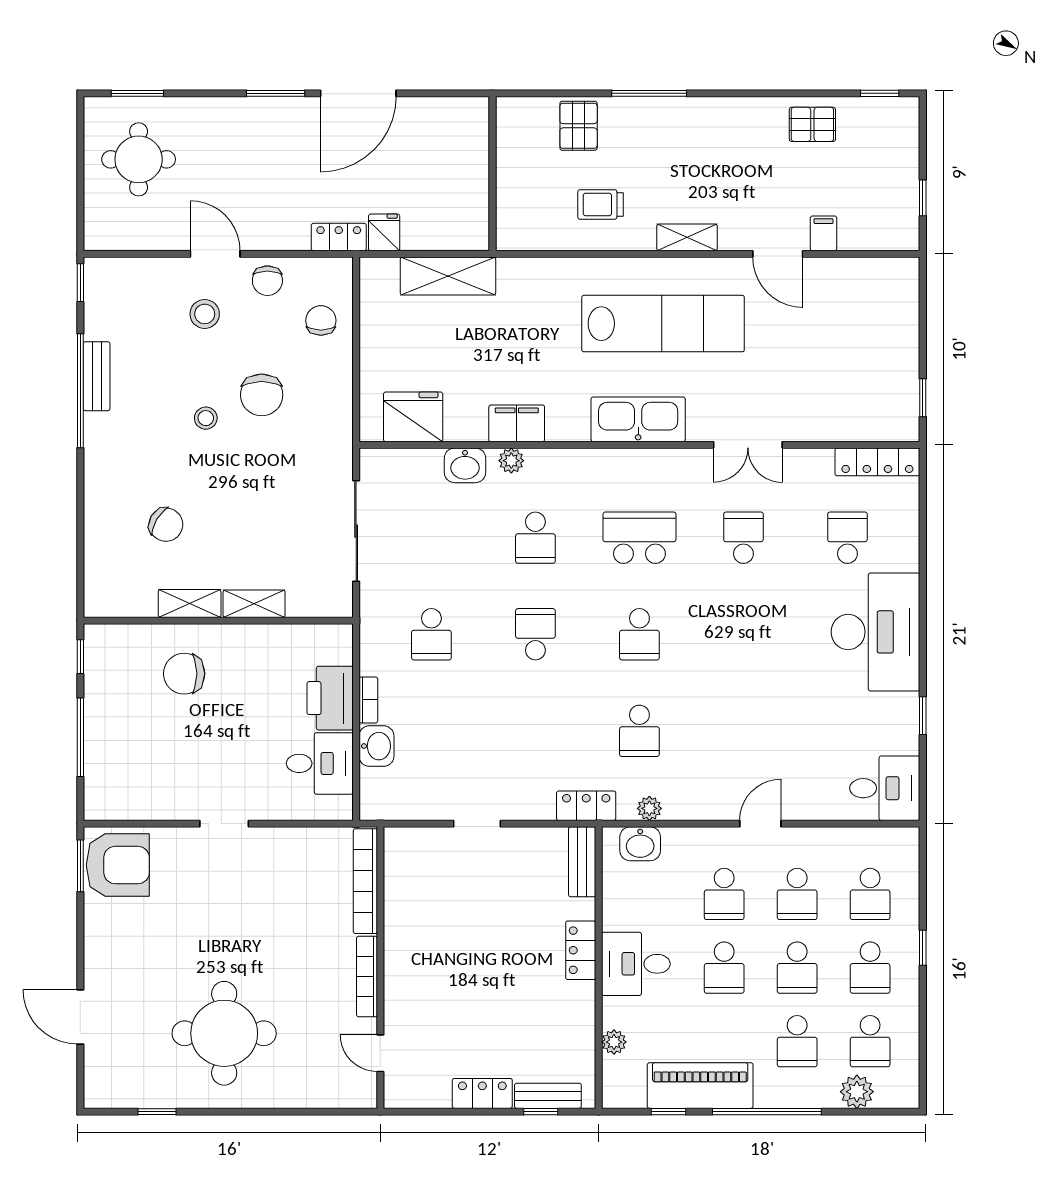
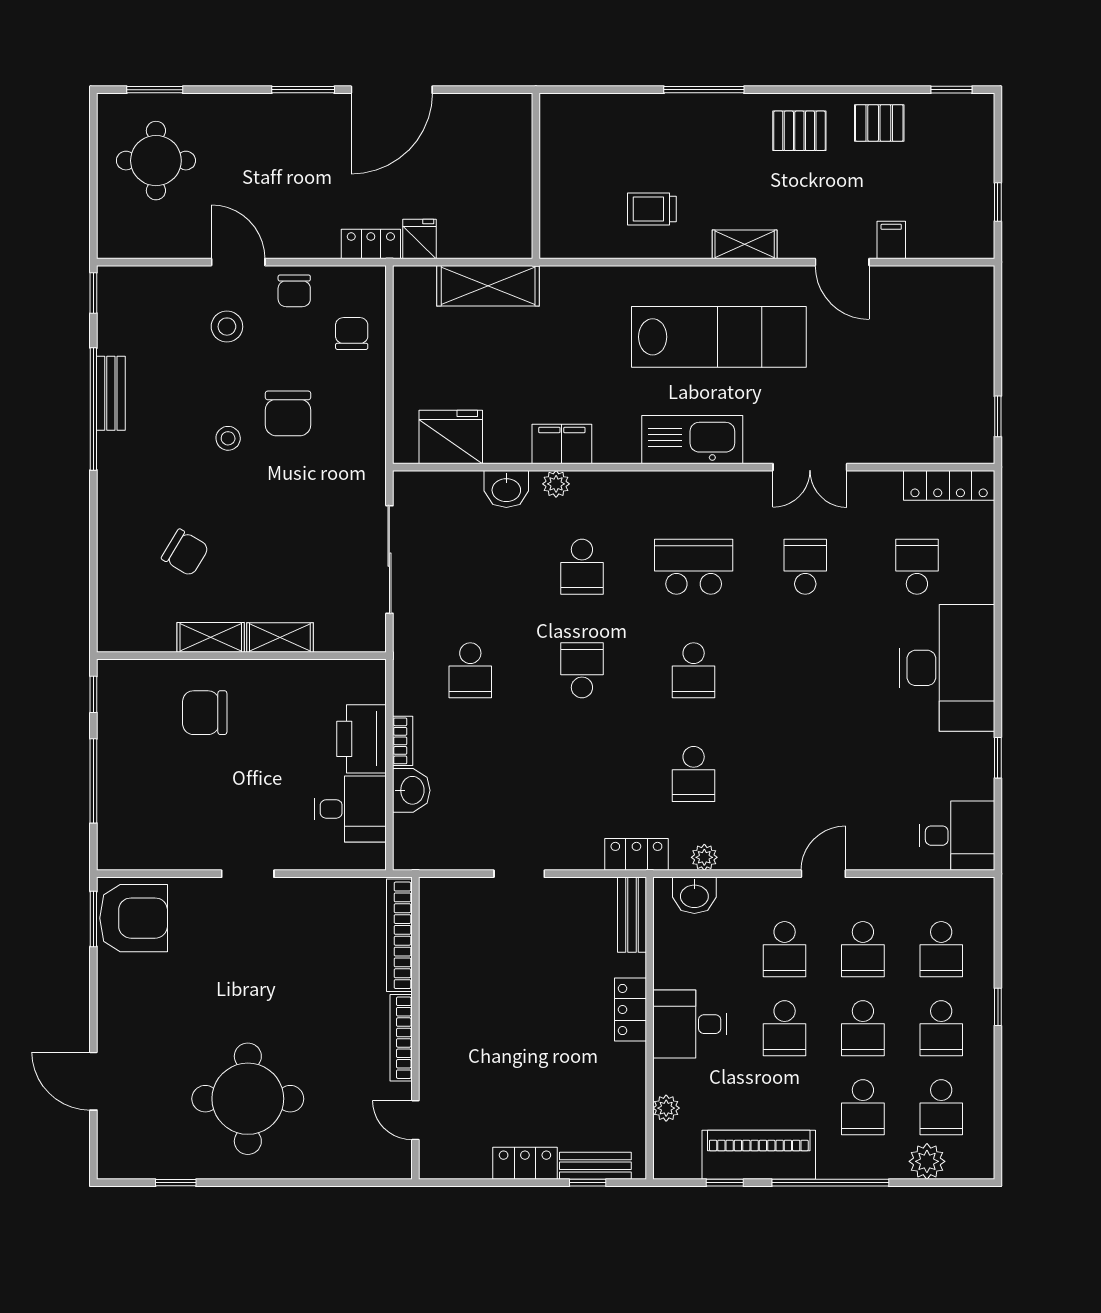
pallet: (579, 126) -> (799, 131), moved, turned 90

